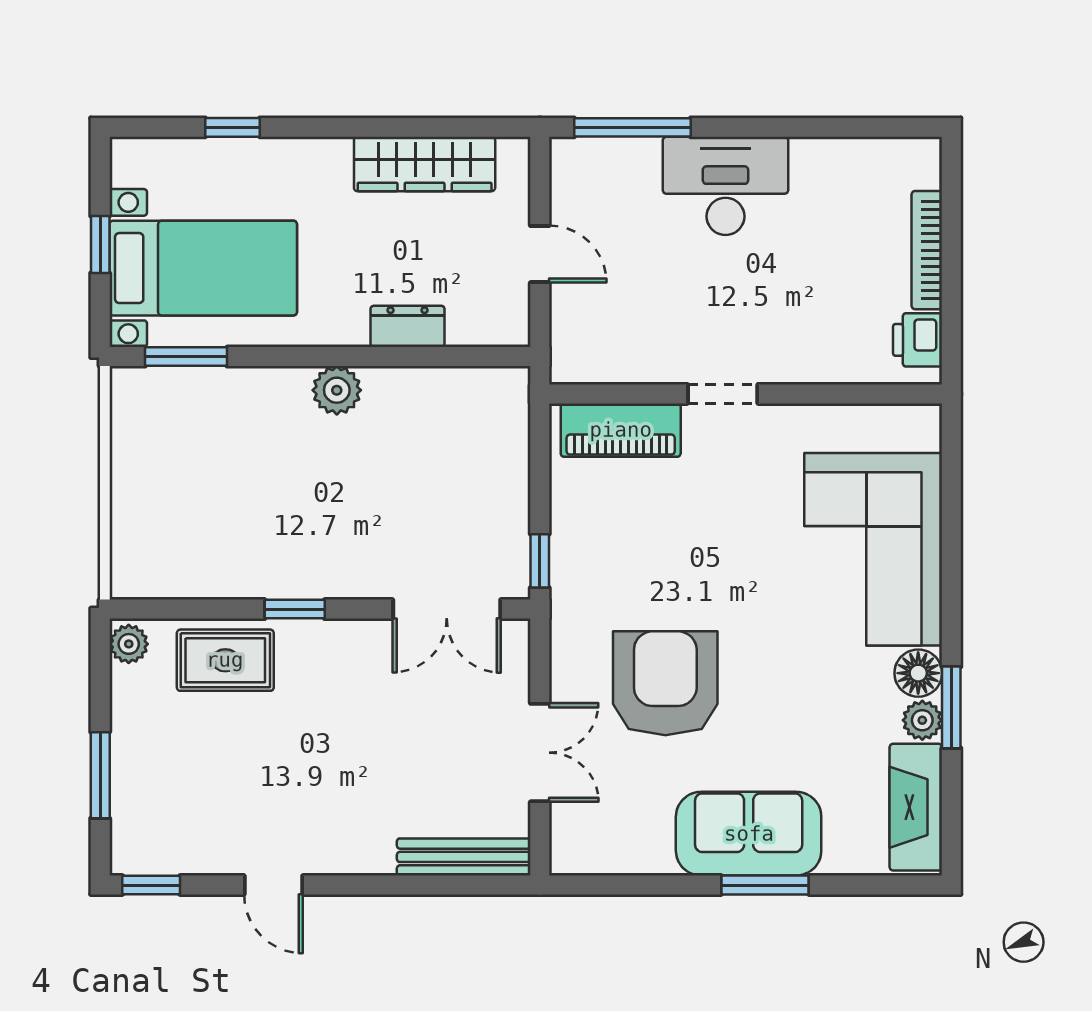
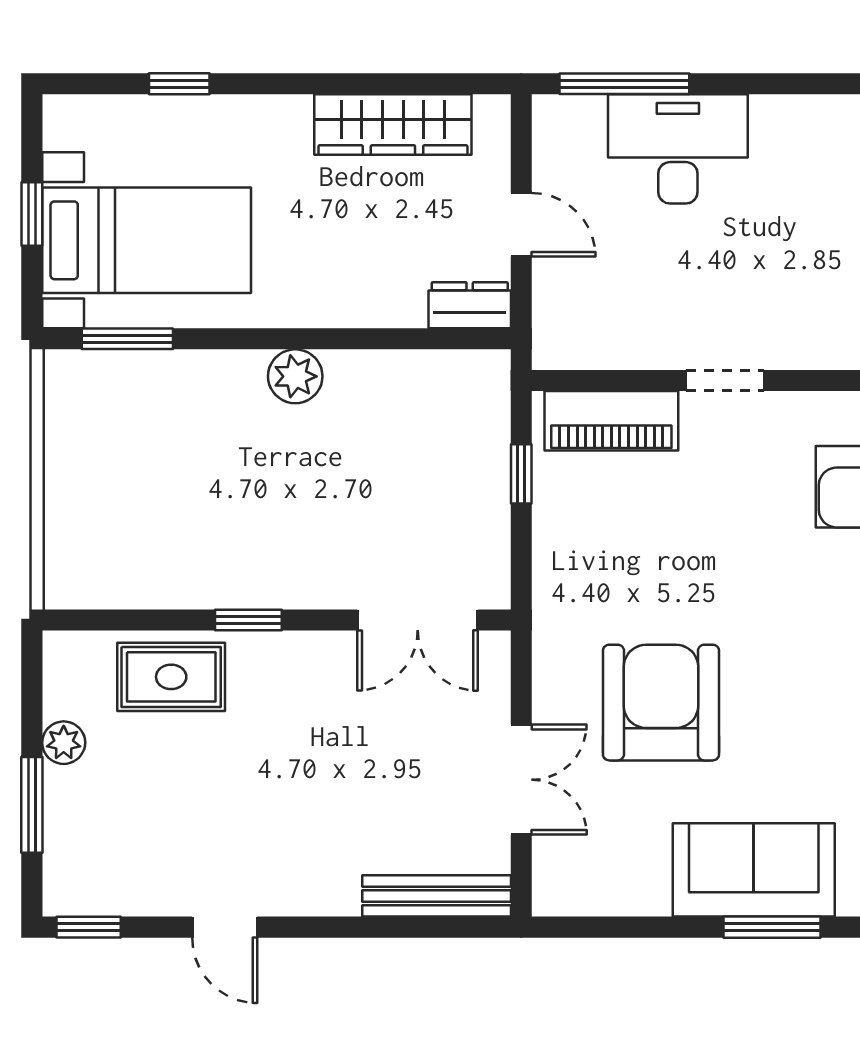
desk: (725, 186) -> (678, 149), moved
dresser: (408, 326) -> (470, 305), moved
window: (540, 561) -> (521, 474), moved
plant: (129, 644) -> (64, 743), moved

